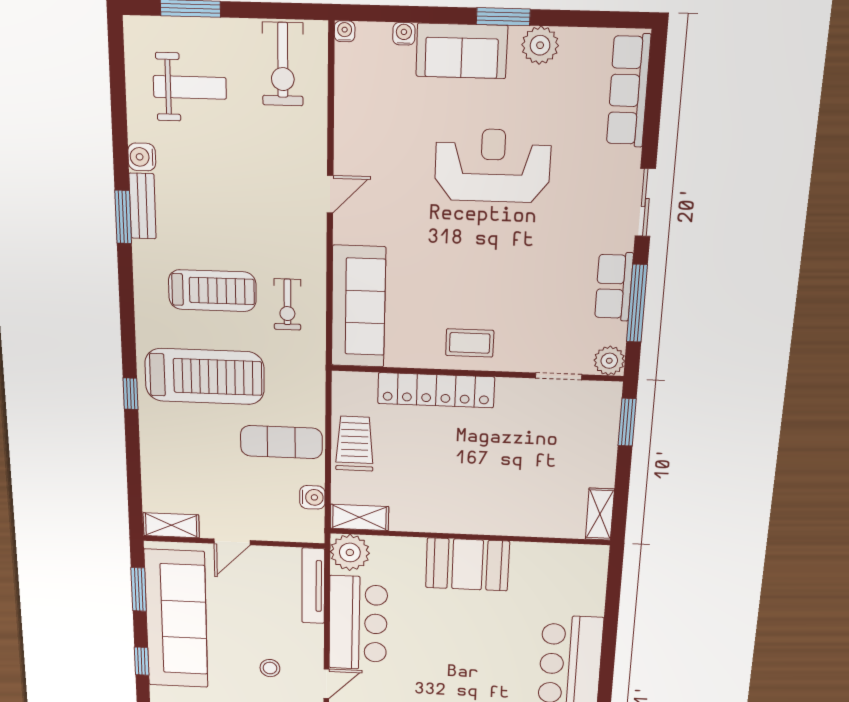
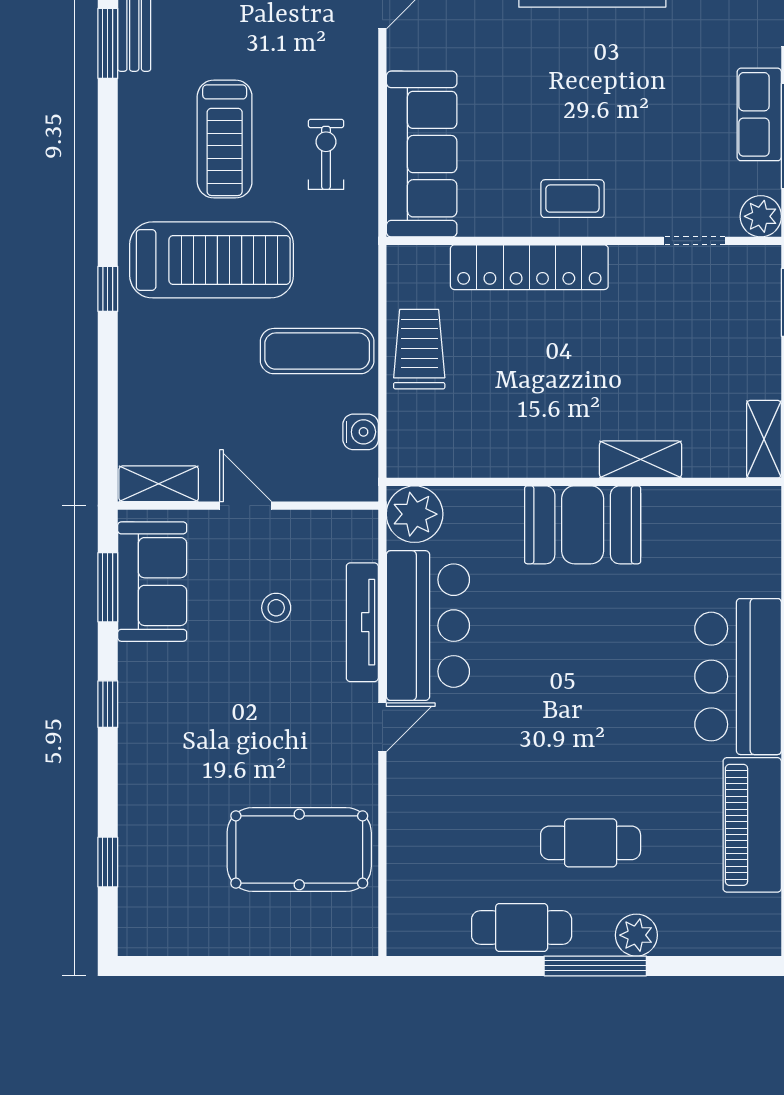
treadmill: (212, 291) -> (225, 139), turned 90
exercise bike: (287, 304) -> (326, 154), turned 180
shelving: (359, 517) -> (641, 459), moved
door: (232, 542) -> (246, 506), swing flipped
tv unit: (313, 586) -> (362, 622), moved
sofa: (176, 619) -> (152, 582), width x0.54, depth x0.79
stool: (270, 668) -> (276, 608), moved

